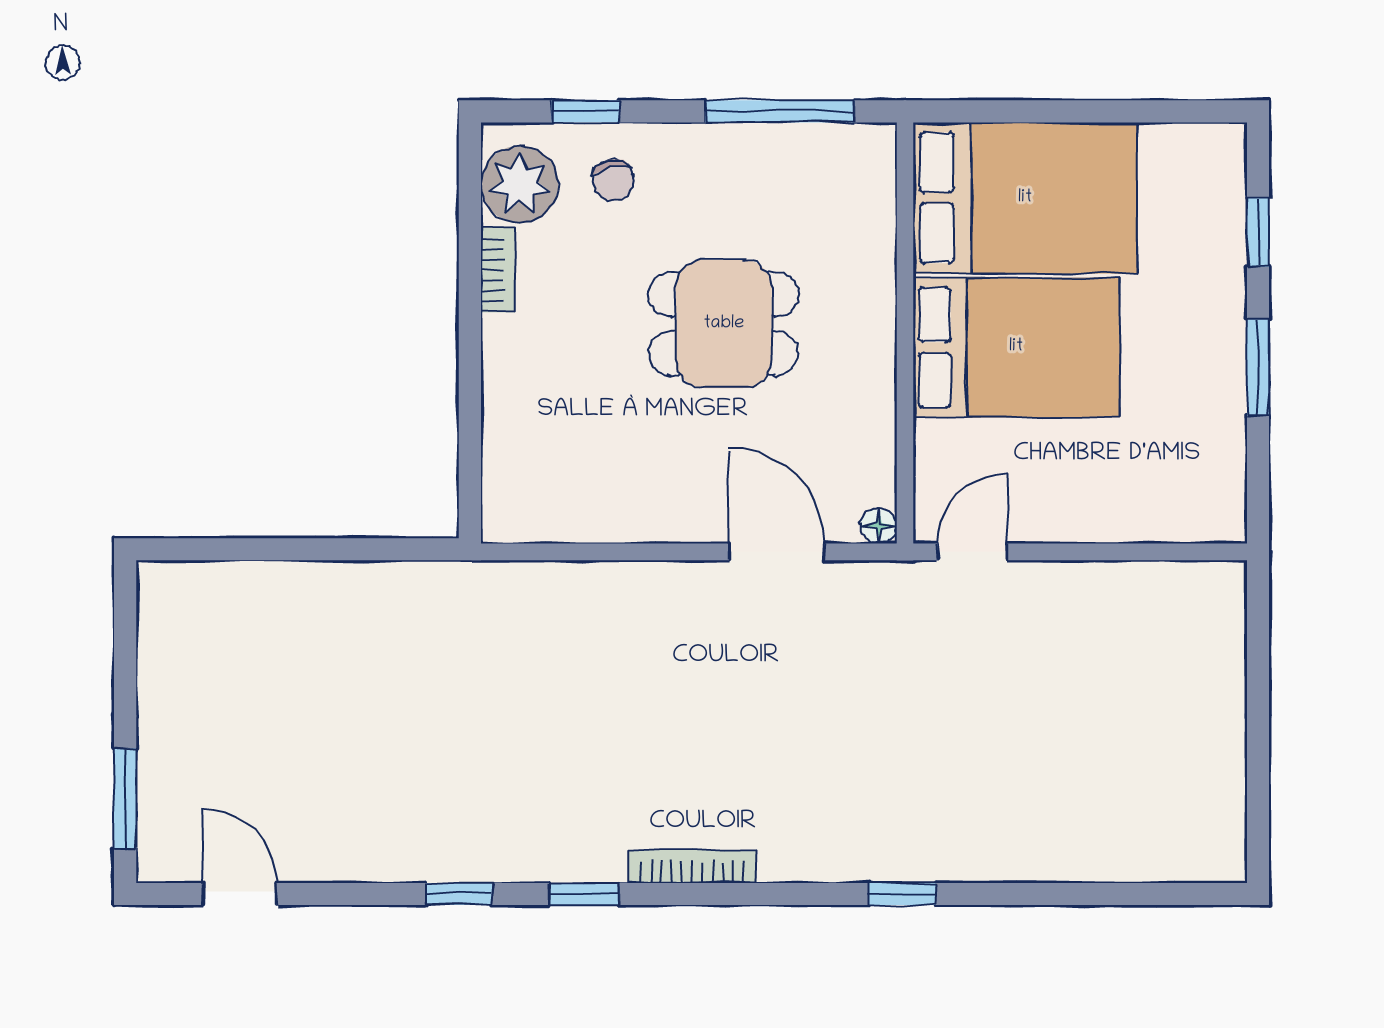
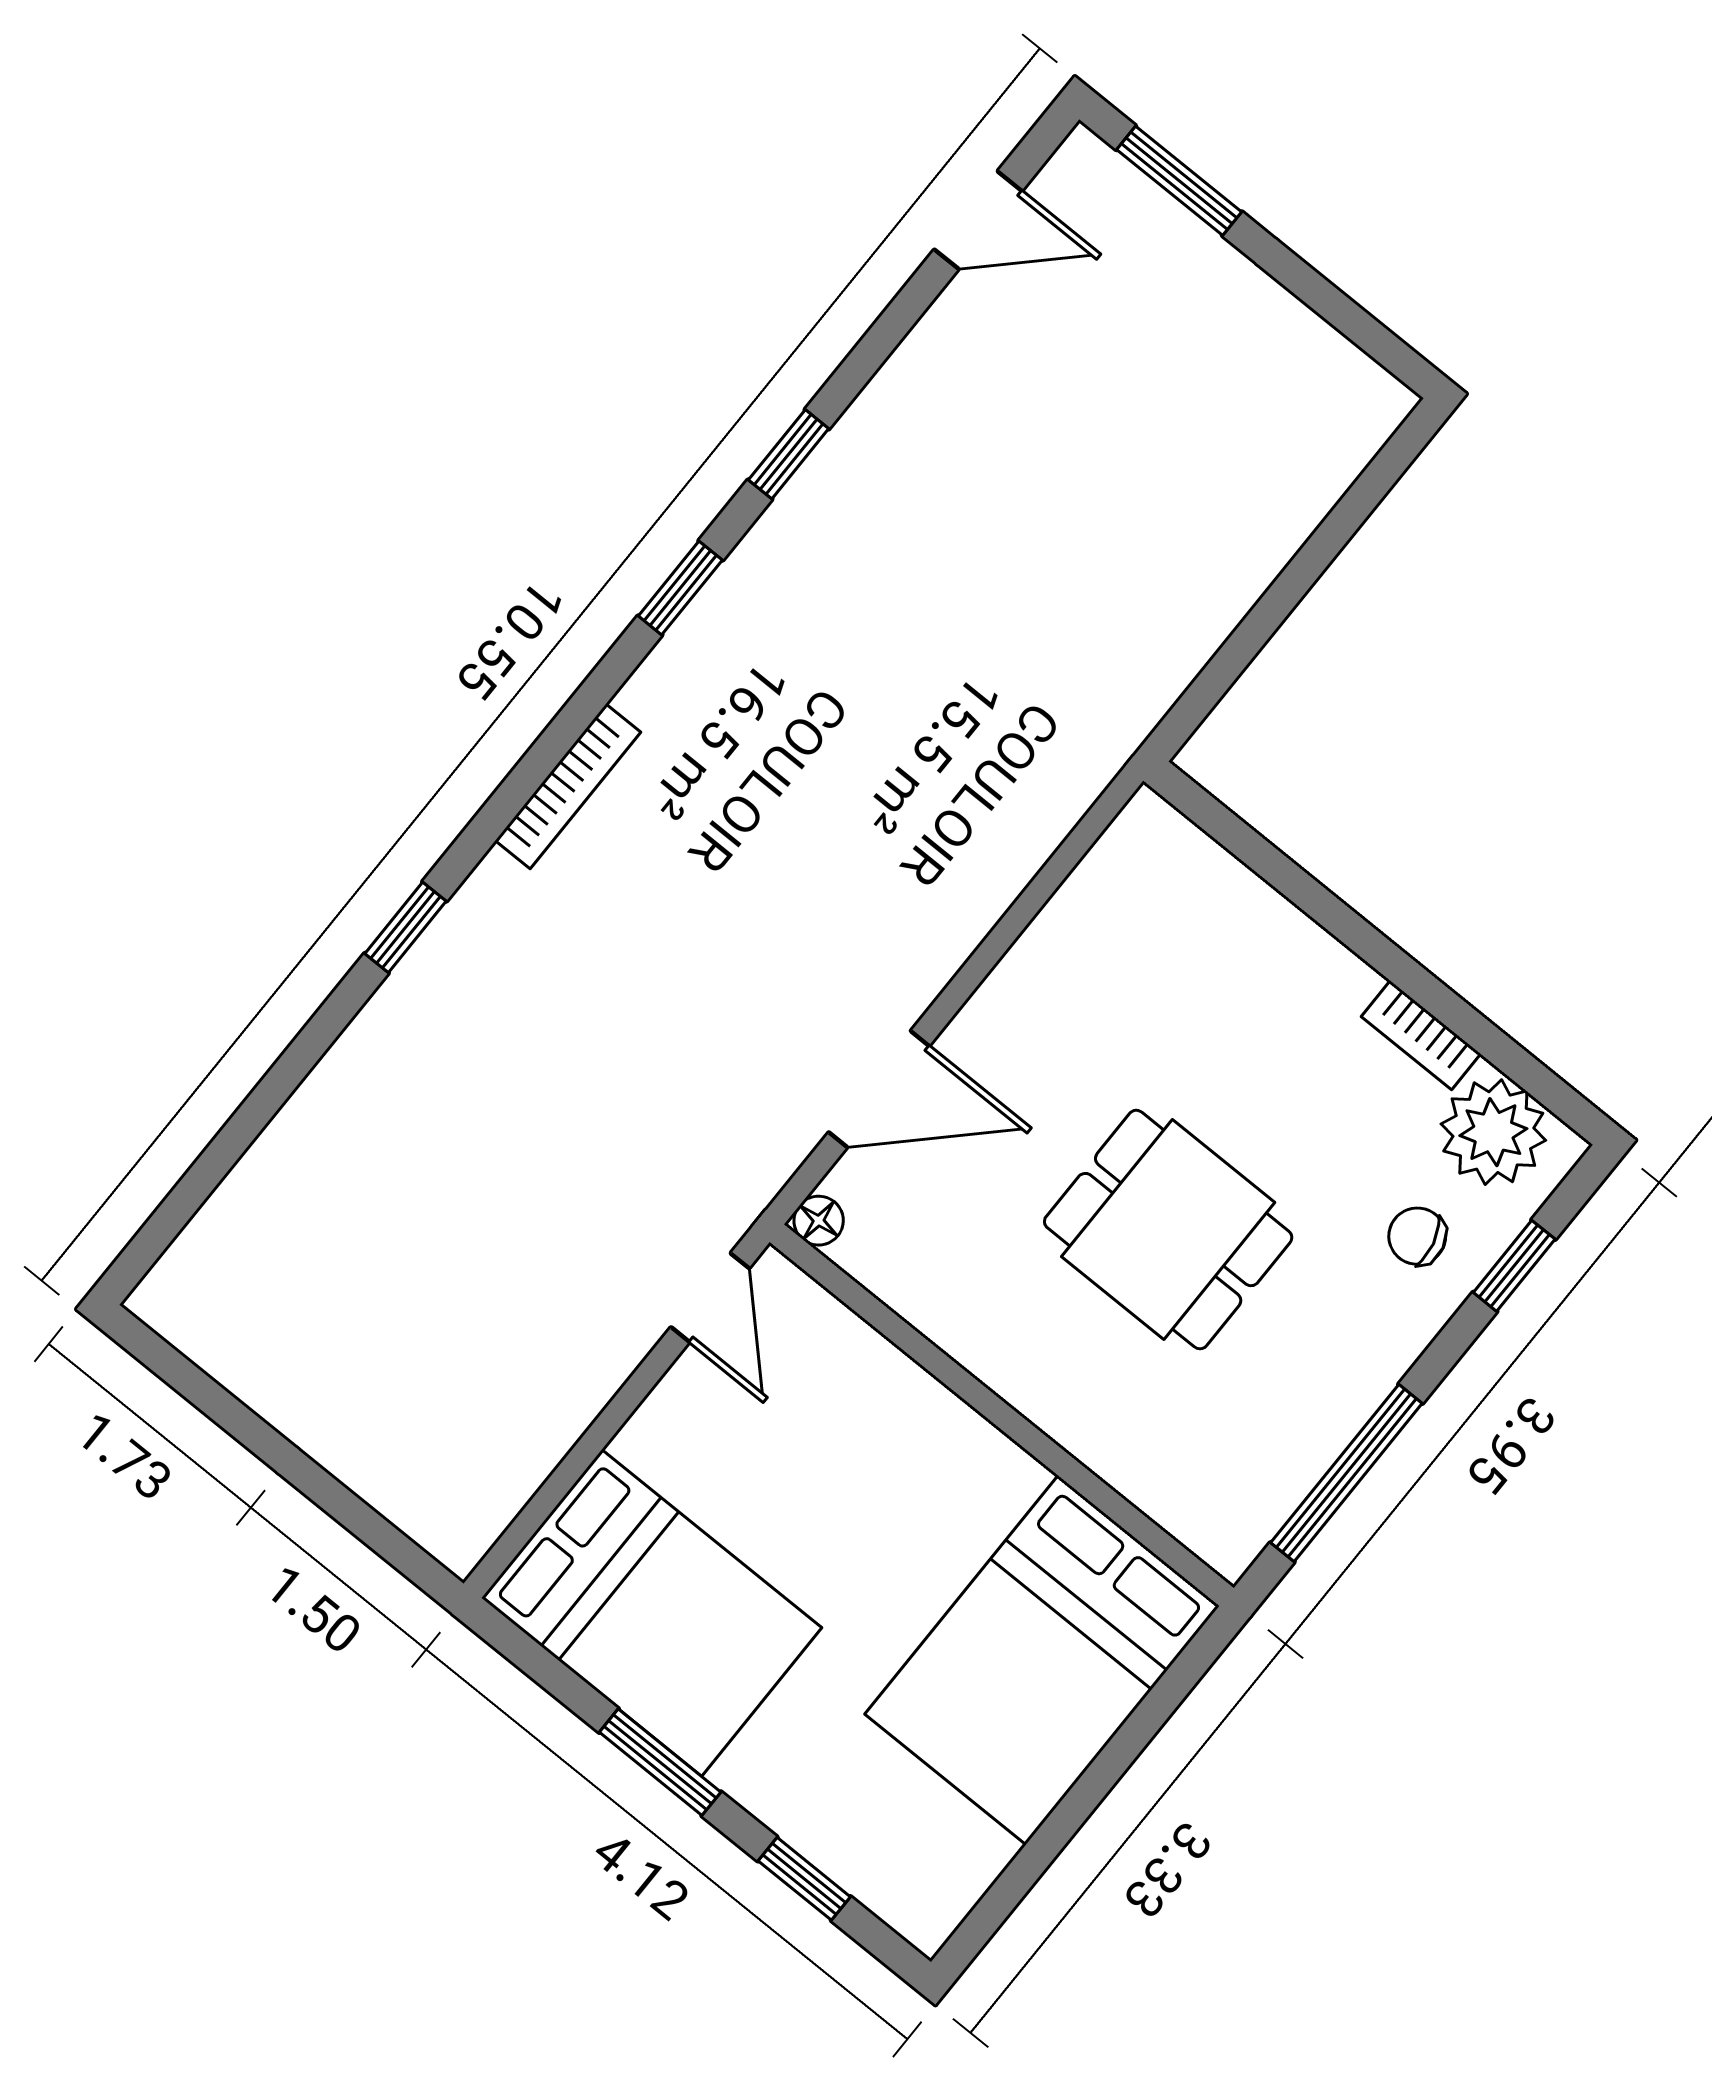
dining table: (724, 324) -> (1168, 1230), turned 90
bed: (1016, 347) -> (652, 1613), moved, turned -90
bookcase: (692, 867) -> (568, 786), moved

